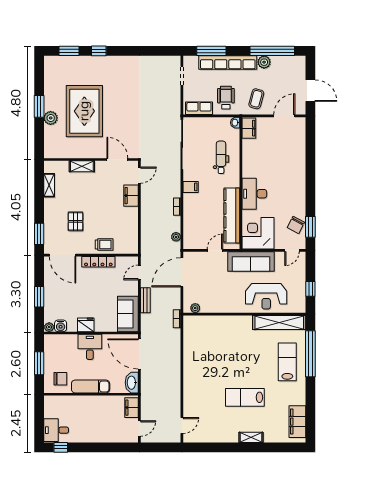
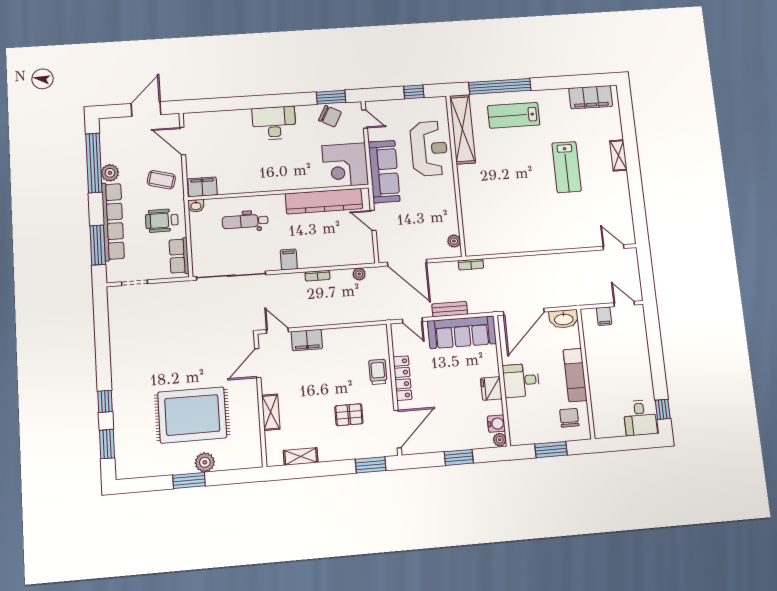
desk: (254, 194) -> (274, 123), moved, turned 180
sofa: (128, 314) -> (462, 332), width x1.36
filing cabinet: (132, 408) -> (604, 316), width x0.50

